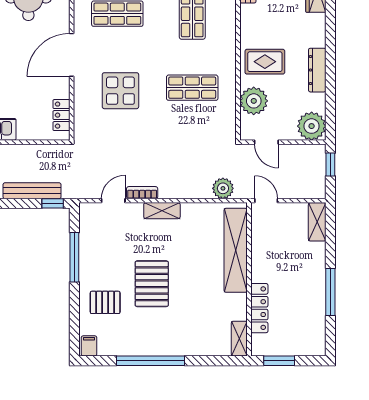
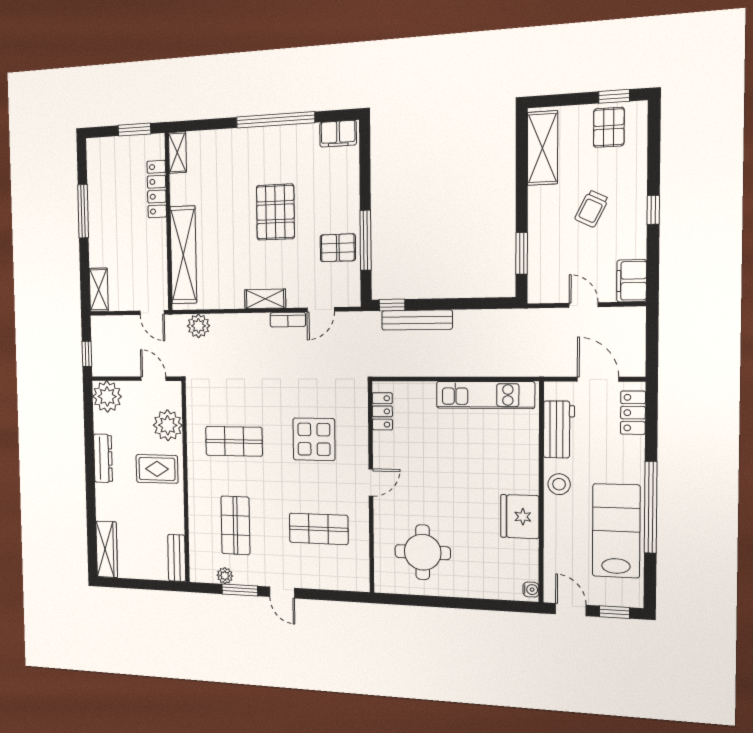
door: (72, 55) -> (371, 482), width x0.53
pallet: (105, 302) -> (338, 248), moved
filing cabinet: (89, 346) -> (338, 134), width x2.00

